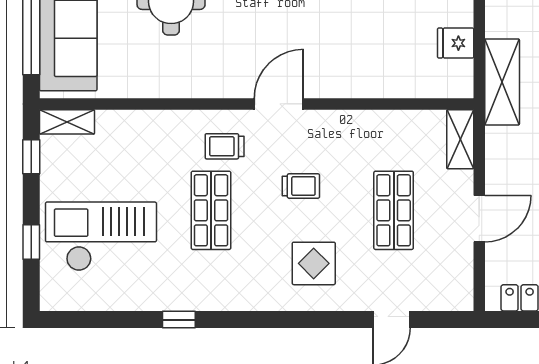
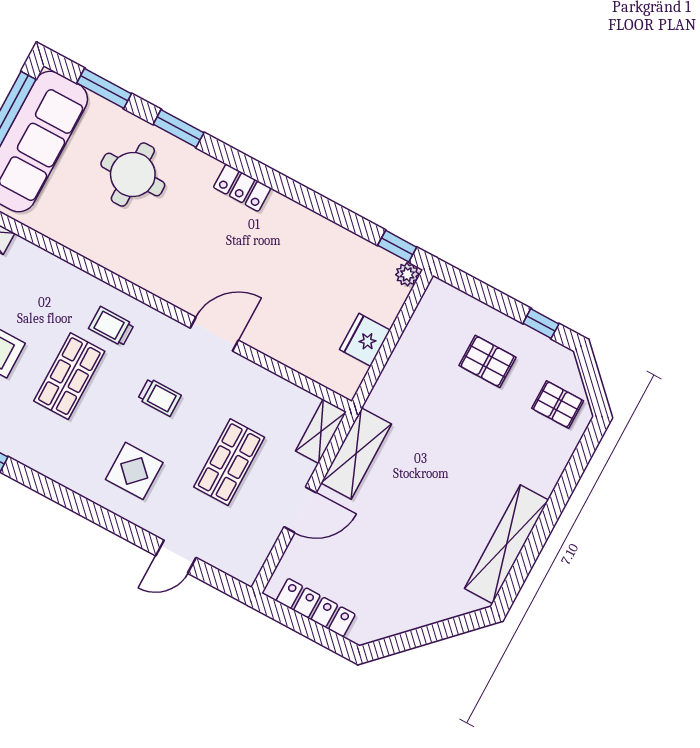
fridge: (456, 43) -> (365, 340), width x1.38
shelving: (502, 82) -> (356, 453), moved
door: (279, 104) -> (214, 334), moved

